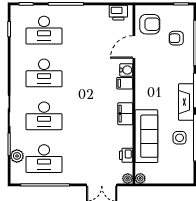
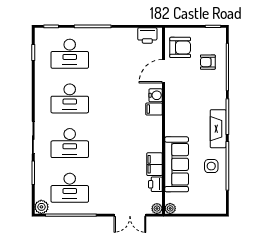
filing cabinet: (125, 114) -> (155, 164), moved
plant: (17, 156) -> (41, 207), moved

